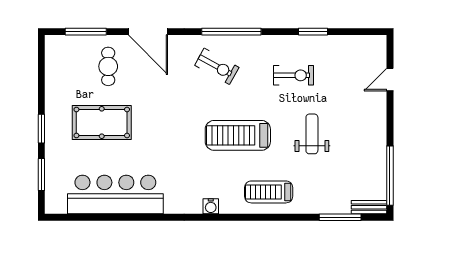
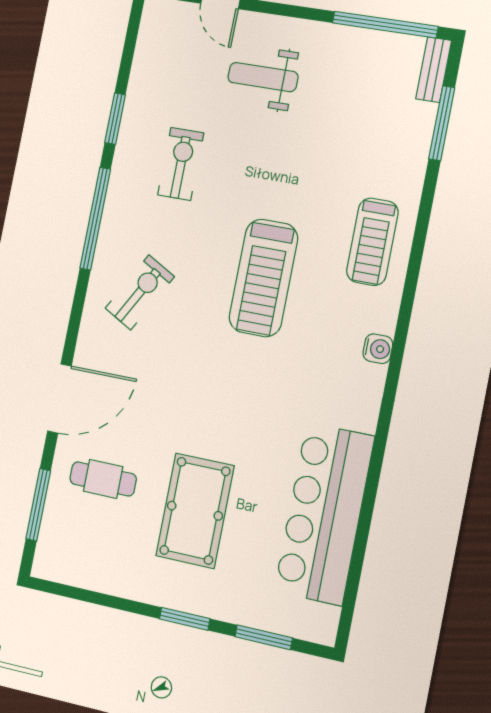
window: (231, 32) -> (95, 219), moved
weight bench: (312, 134) -> (263, 77), moved

